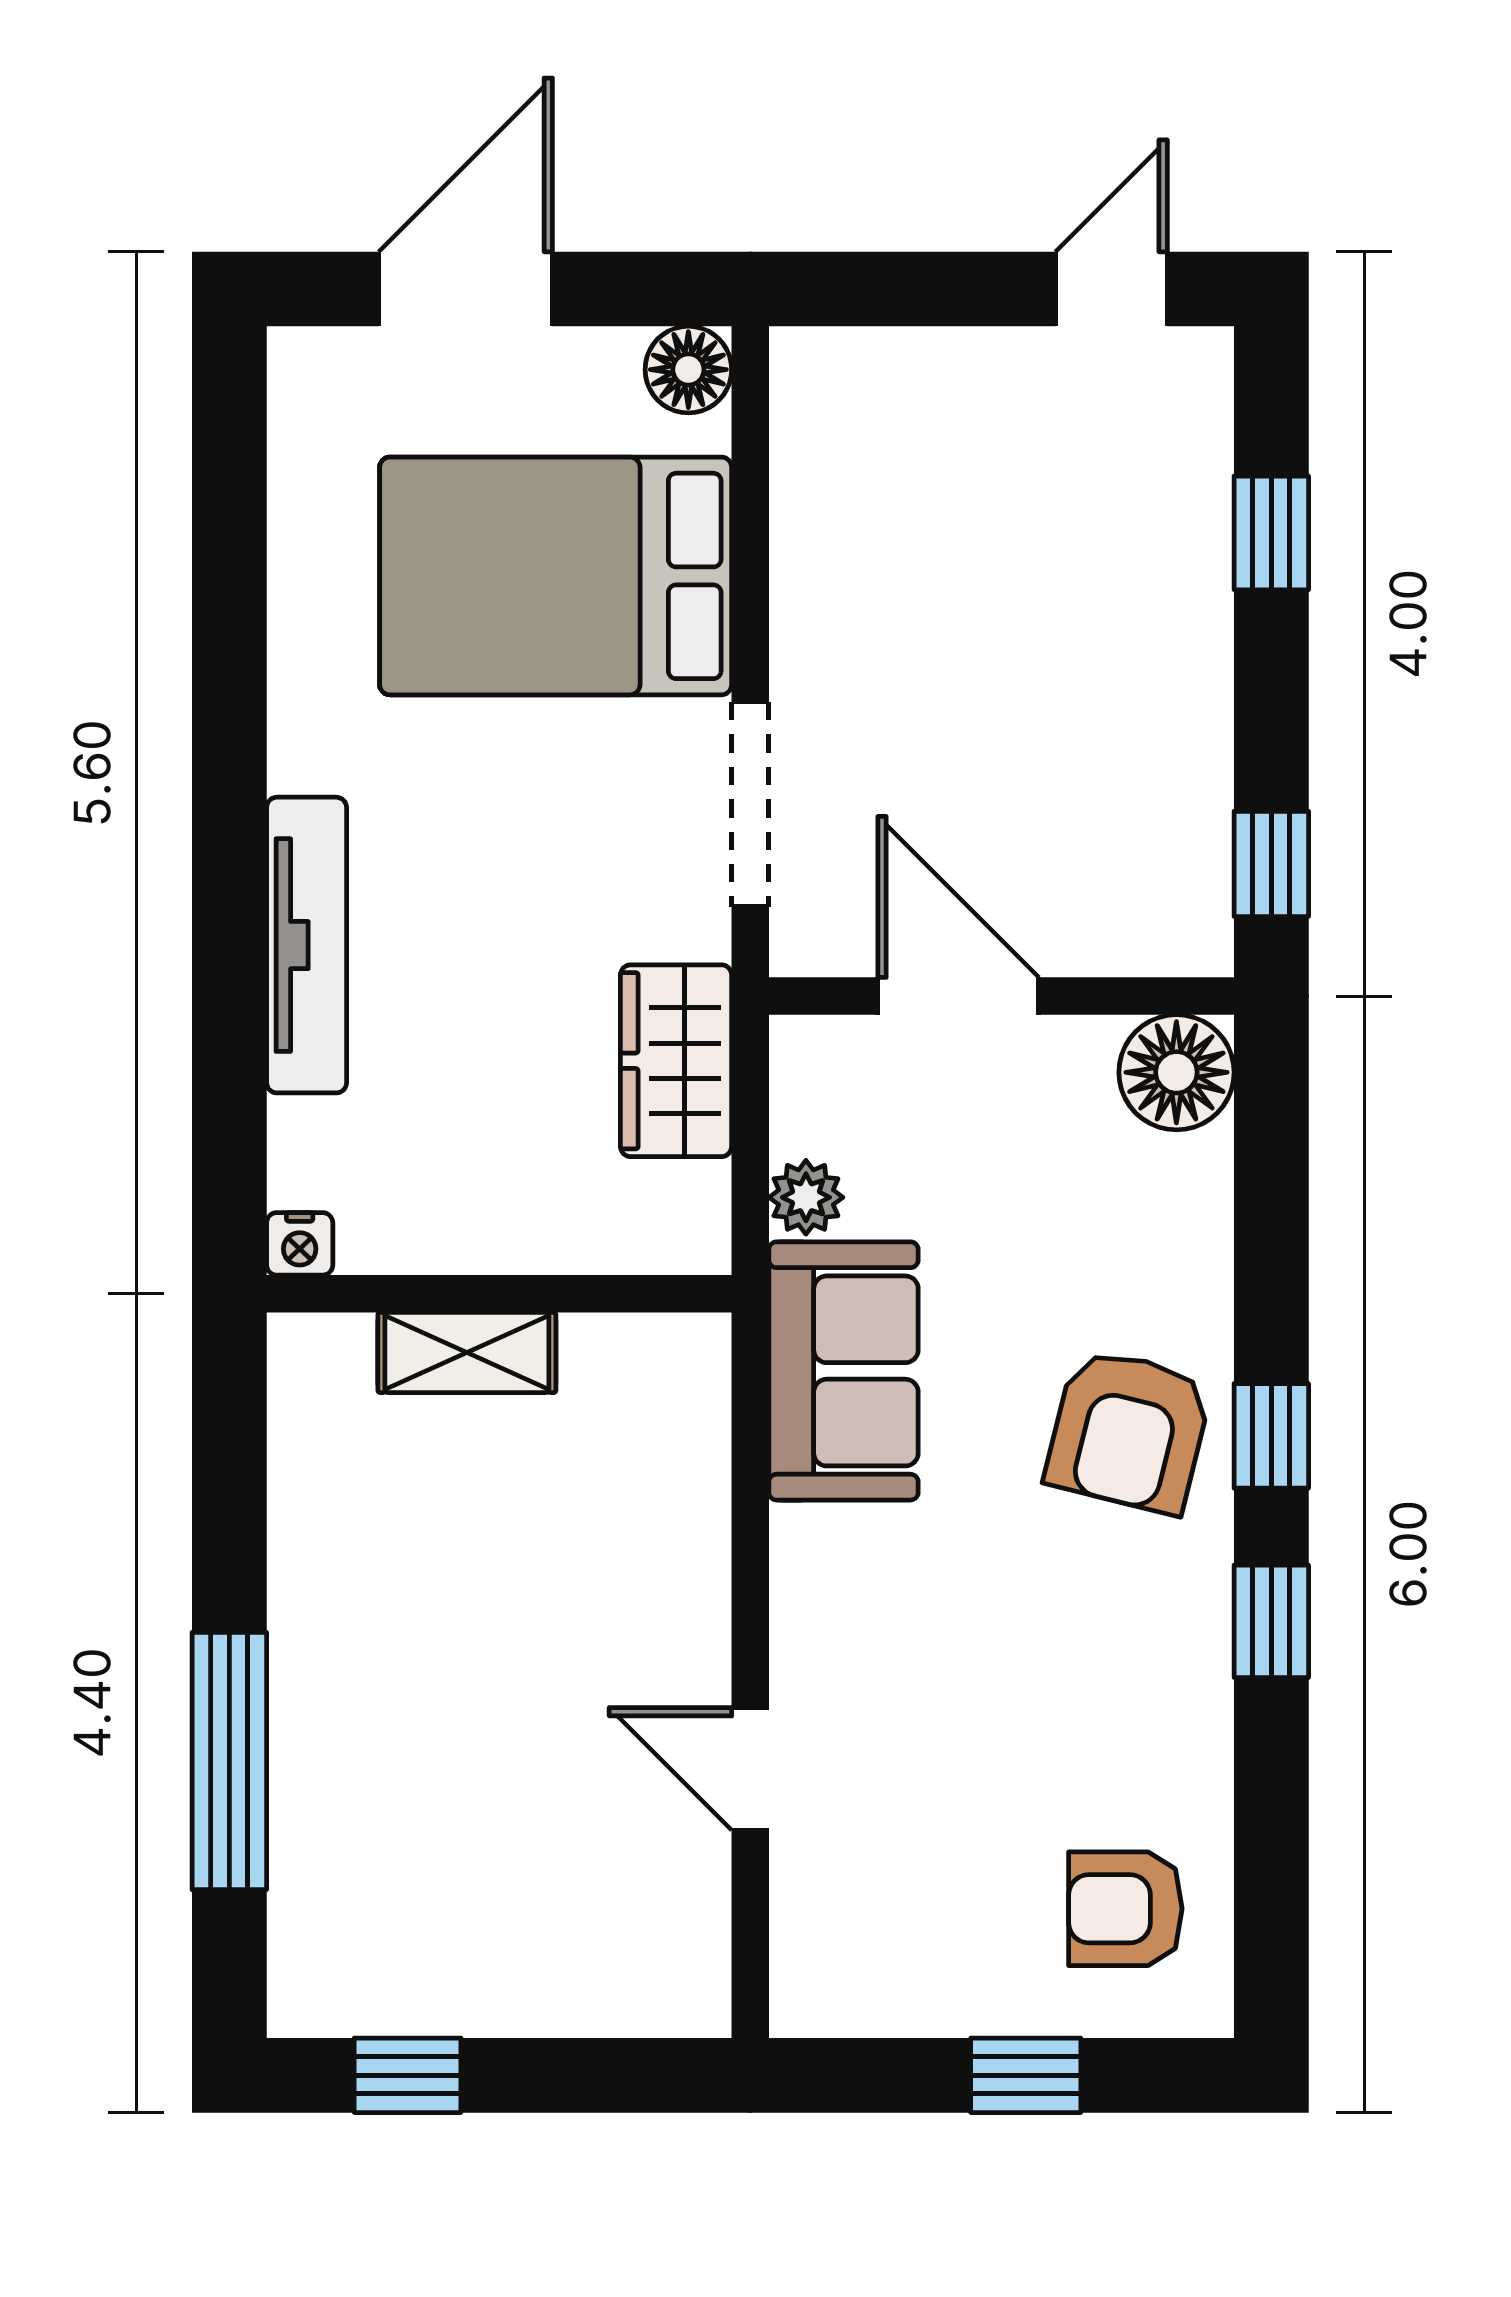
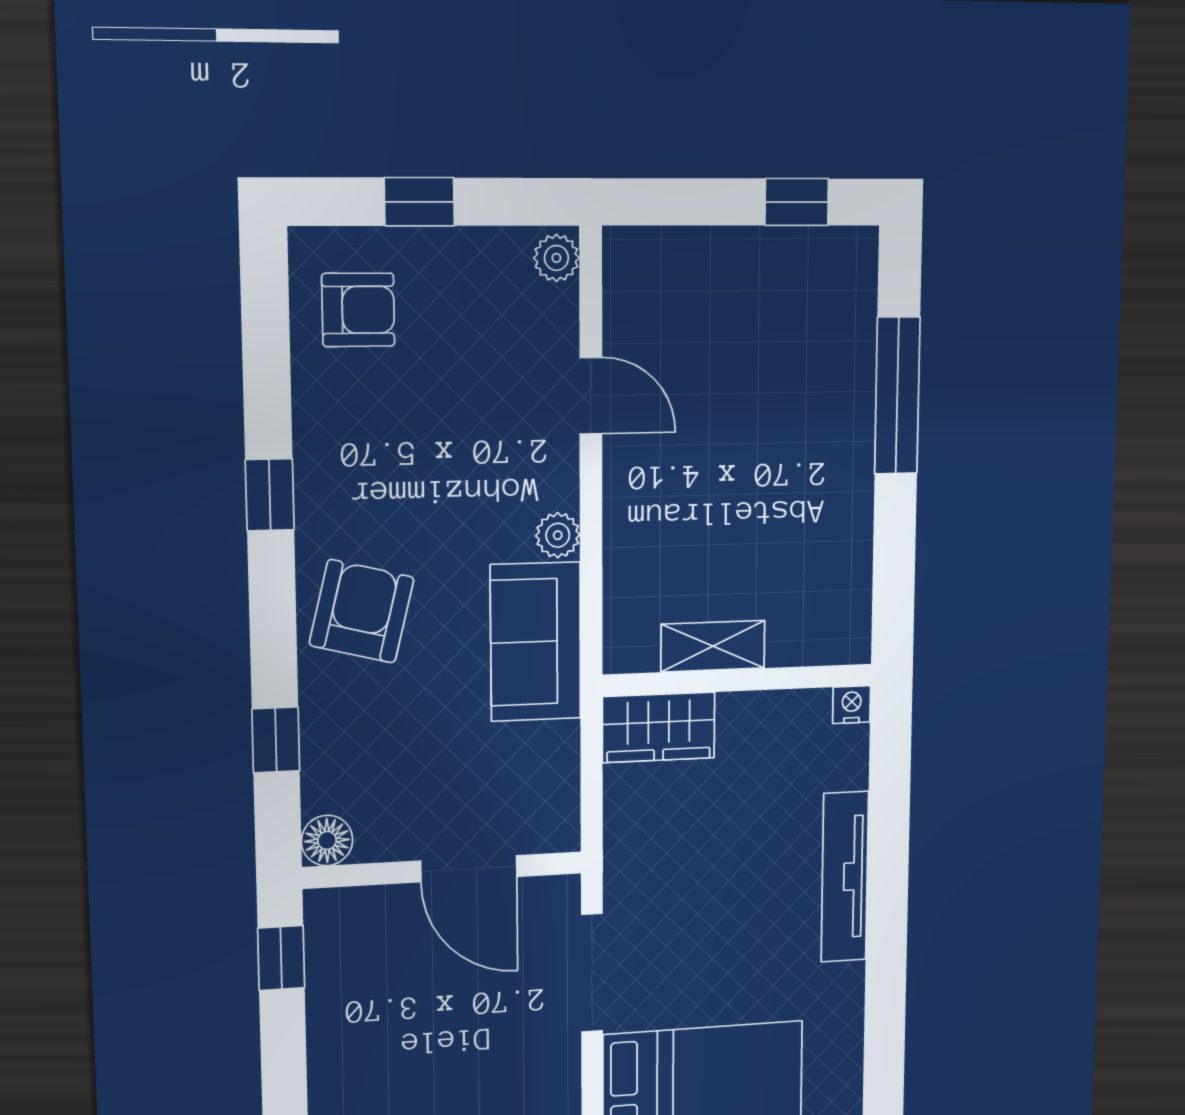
wardrobe: (676, 1061) -> (659, 727), moved, turned 90
floor lamp: (1176, 1072) -> (327, 840), width x0.73, depth x0.73
plant: (806, 1197) -> (558, 535), moved
shelving: (467, 1352) -> (713, 646), moved
window: (1271, 1436) -> (276, 740), moved
plant: (806, 1988) -> (556, 258), added

